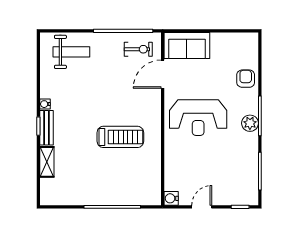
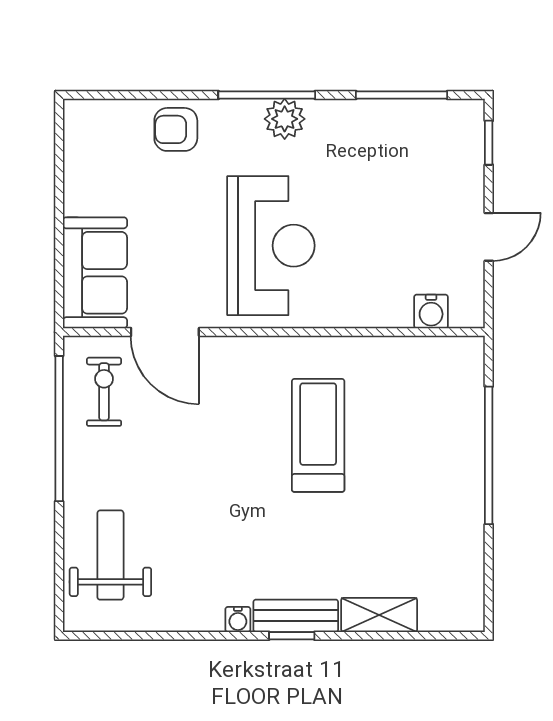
water cooler: (171, 198) -> (431, 311), moved
door: (202, 207) -> (489, 237), swing flipped

